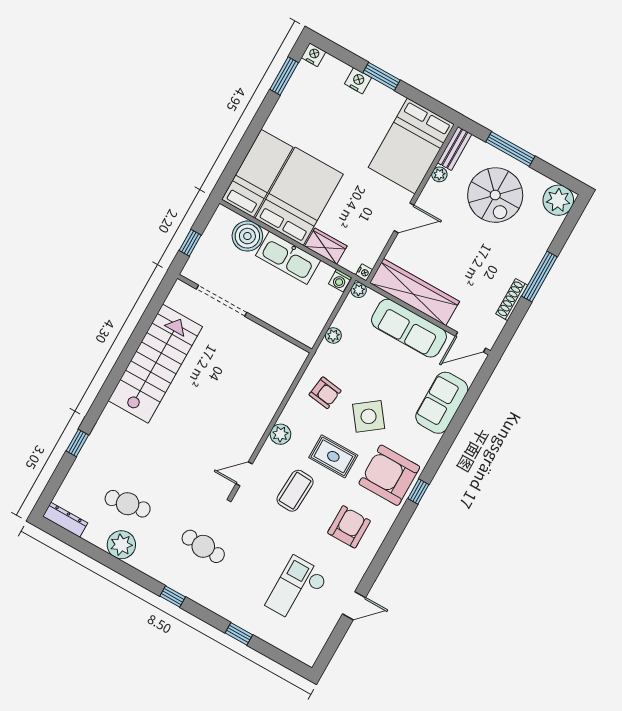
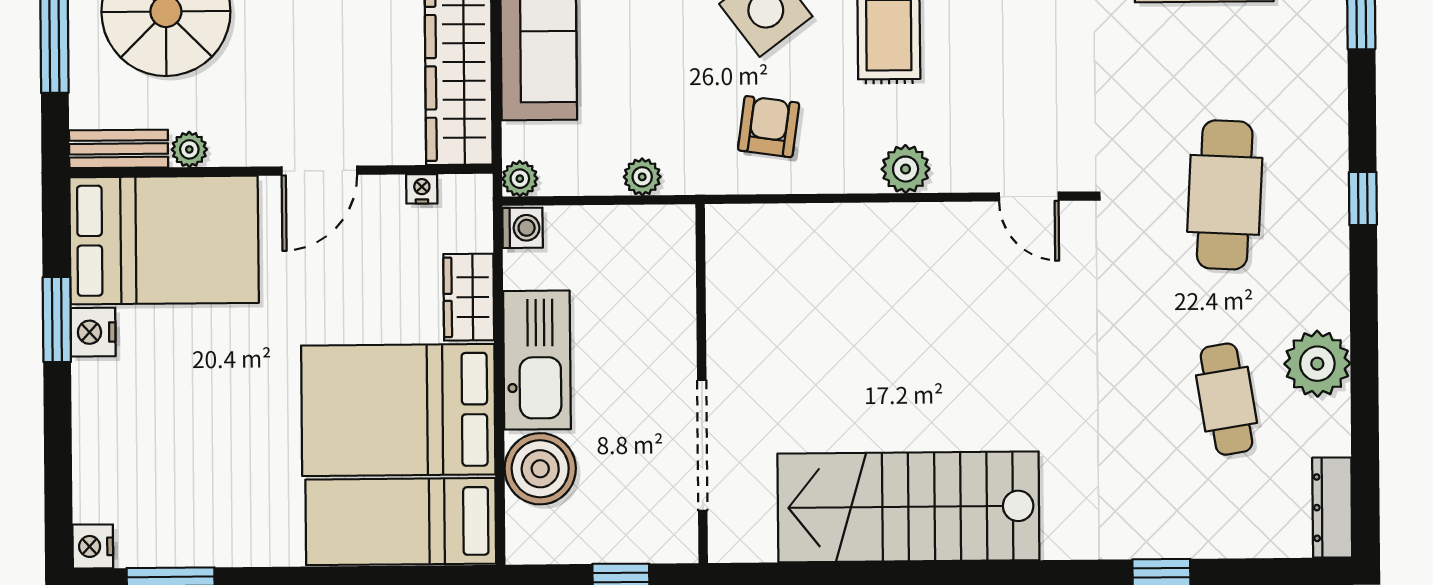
window: (382, 76) -> (57, 320), moved
nightstand: (358, 81) -> (93, 332), moved
door: (404, 218) -> (319, 171), swing flipped
nightstand: (364, 272) -> (422, 189), moved
coffee table: (295, 491) -> (1004, 73), removed
cafe table: (203, 546) -> (1225, 195), width x1.37, depth x1.35

